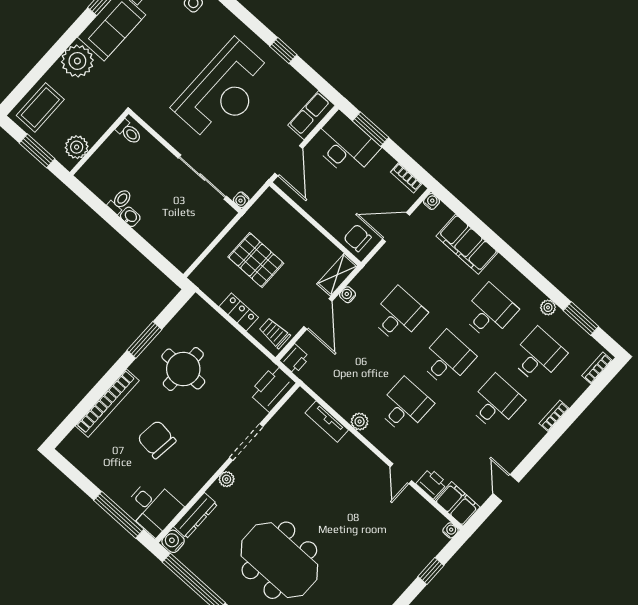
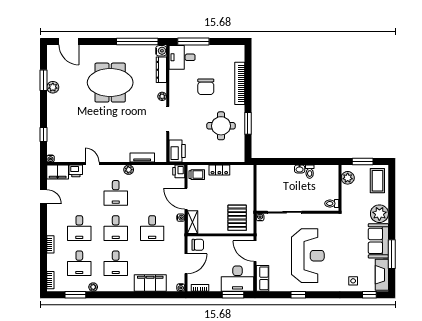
reception desk: (224, 91) -> (308, 256), turned 180
pallet: (256, 260) -> (237, 218), moved, turned 90
chair: (157, 440) -> (206, 87), turned 83

